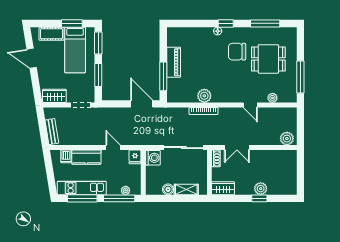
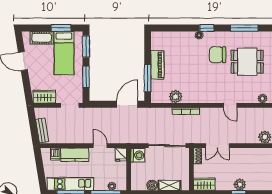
plant: (204, 96) -> (176, 97), moved
plant: (272, 98) -> (263, 99), moved
door: (142, 104) -> (127, 104), hinge flipped

